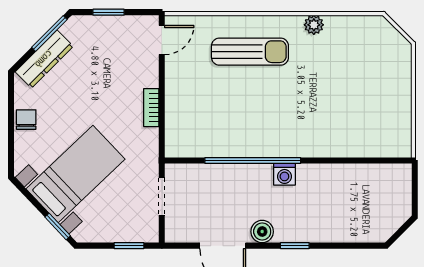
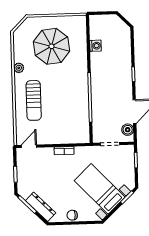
door: (162, 40) -> (29, 146), hinge flipped
sun lounger: (250, 52) -> (34, 100), turned 180
parasol: (353, 89) -> (52, 46), added
washing machine: (284, 174) -> (95, 46), moved
boiler: (262, 232) -> (128, 130), moved

